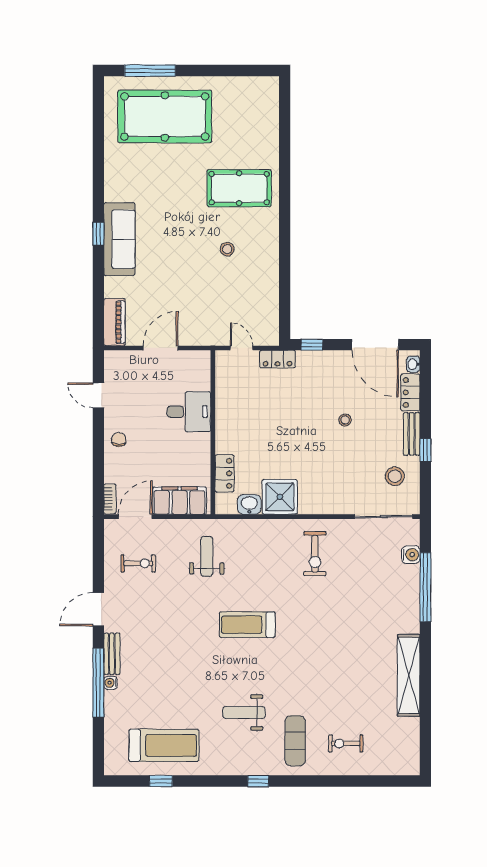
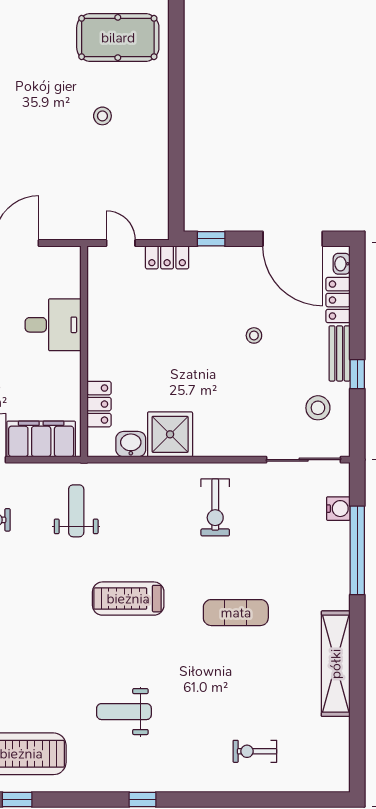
exercise mat: (295, 741) -> (236, 613), moved, turned 90

